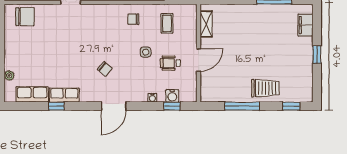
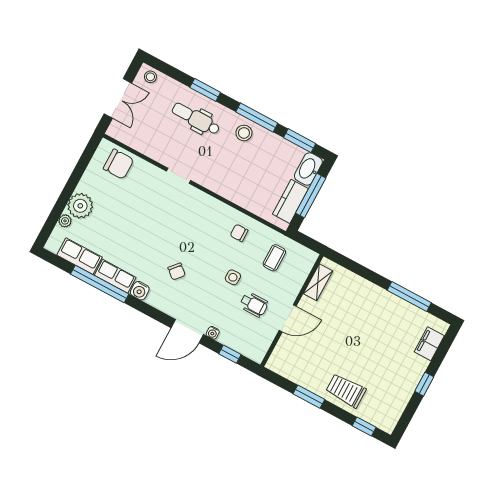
plant: (14, 59) -> (80, 206), added
wheelchair: (170, 63) -> (254, 305), turned 180
trolley: (265, 88) -> (346, 391), turned 180
water cooler: (172, 96) -> (140, 291), moved
window: (56, 106) -> (100, 284), width x3.17
door: (114, 106) -> (187, 331), moved
window: (242, 106) -> (309, 397), width x0.69

